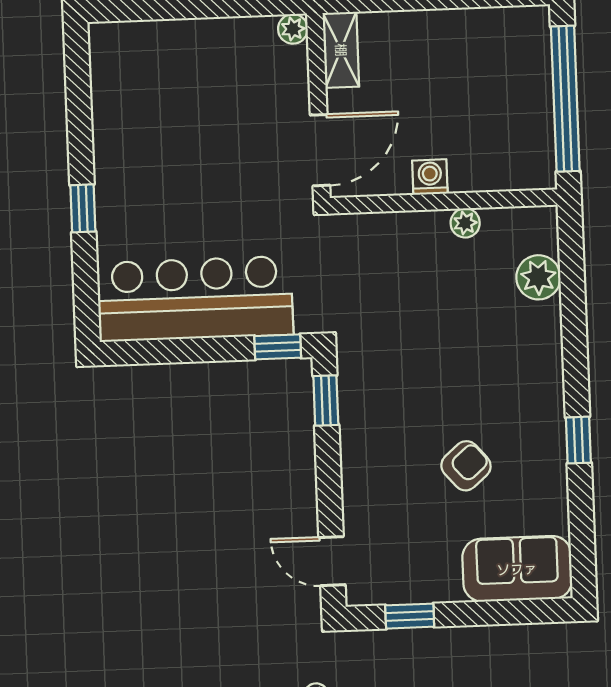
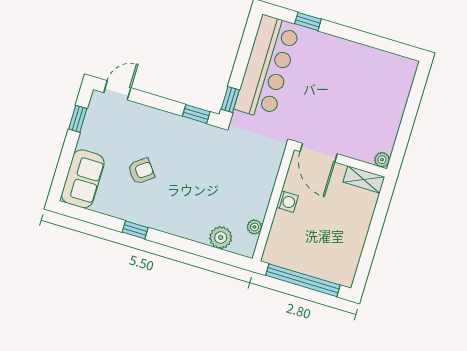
window: (83, 208) -> (308, 21), moved
plant: (465, 223) -> (254, 227), moved
armchair: (466, 466) -> (141, 171), turned -86

